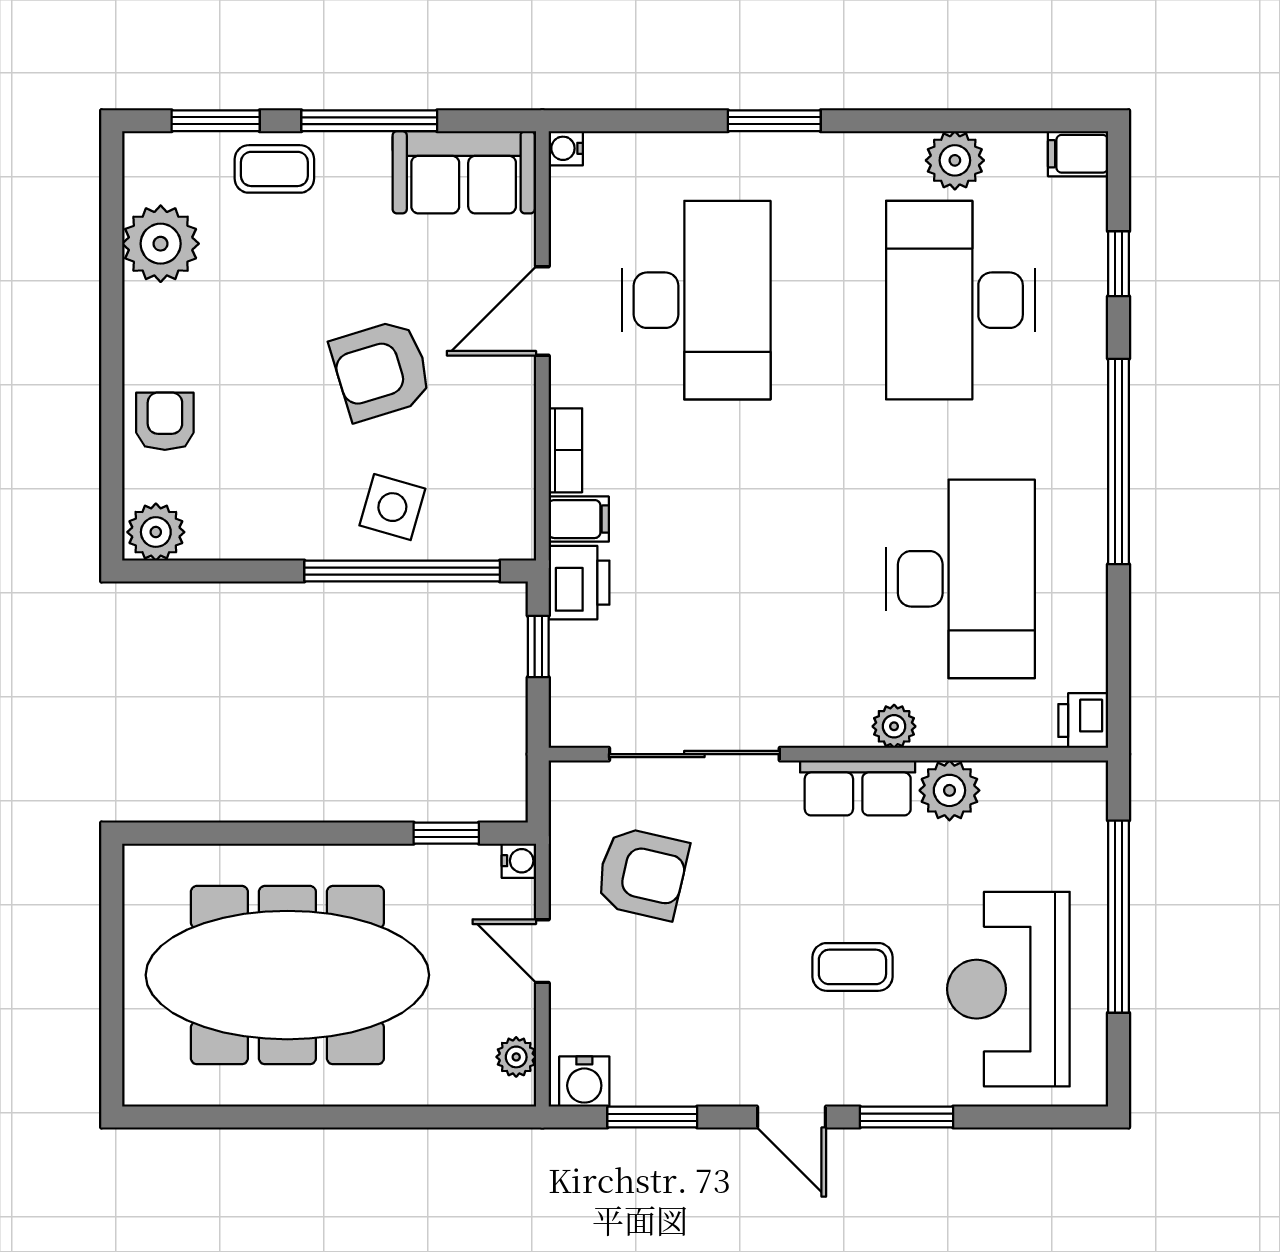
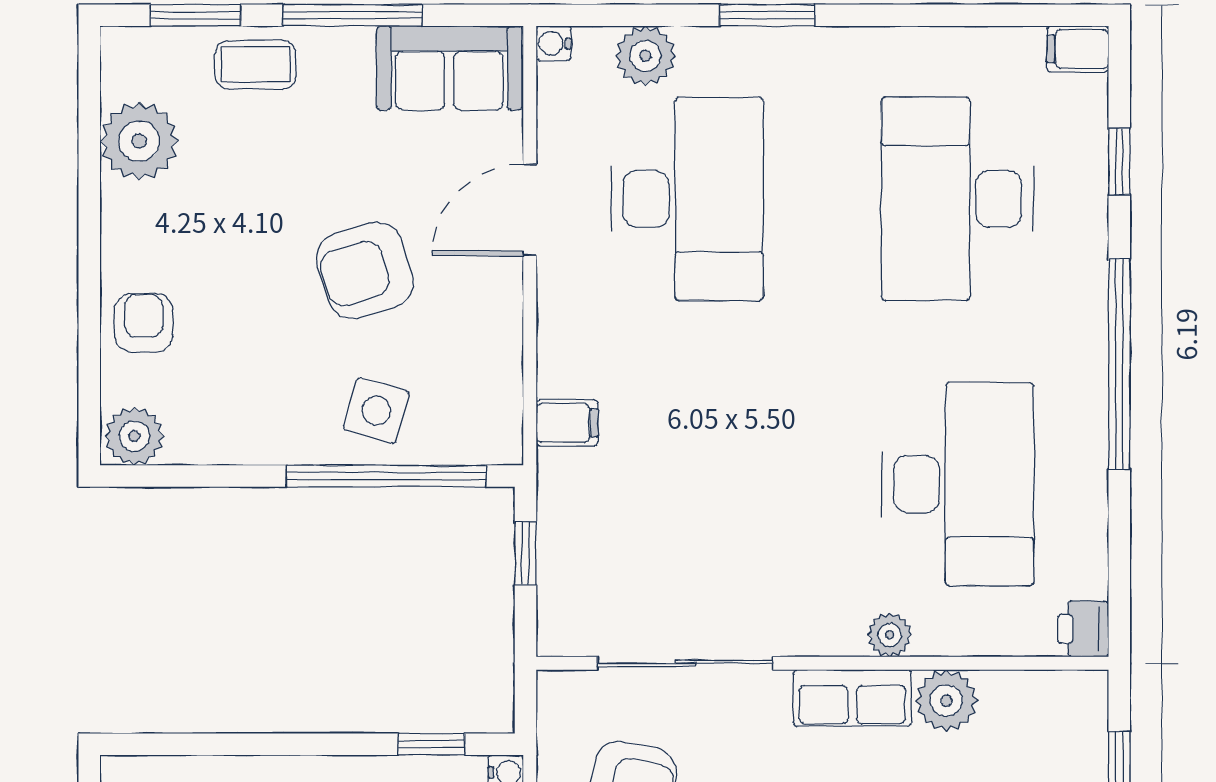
plant: (955, 160) -> (645, 56), moved
bookcase: (565, 450) -> (553, 353), removed
printer: (579, 583) -> (567, 488), removed

